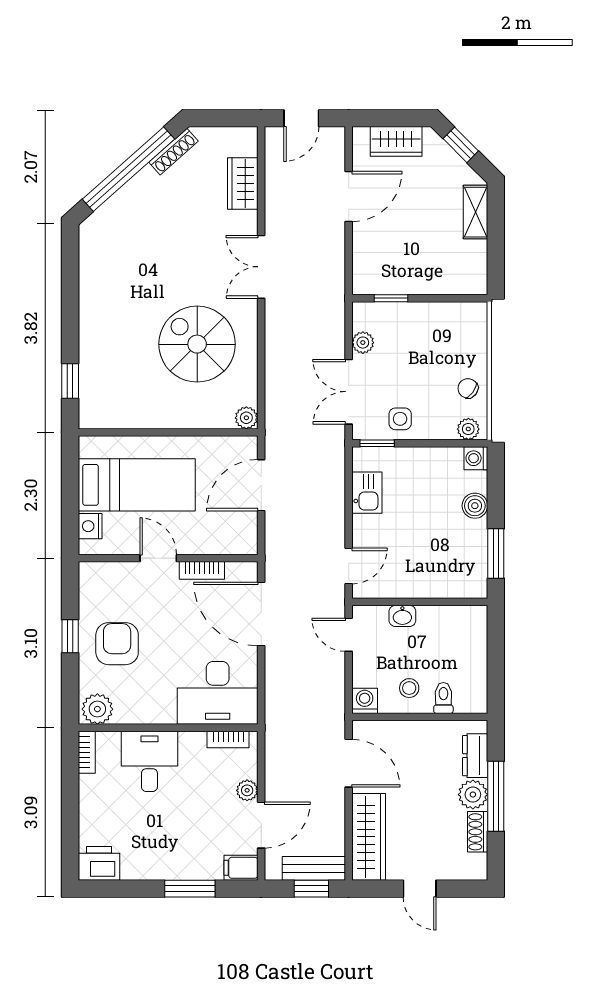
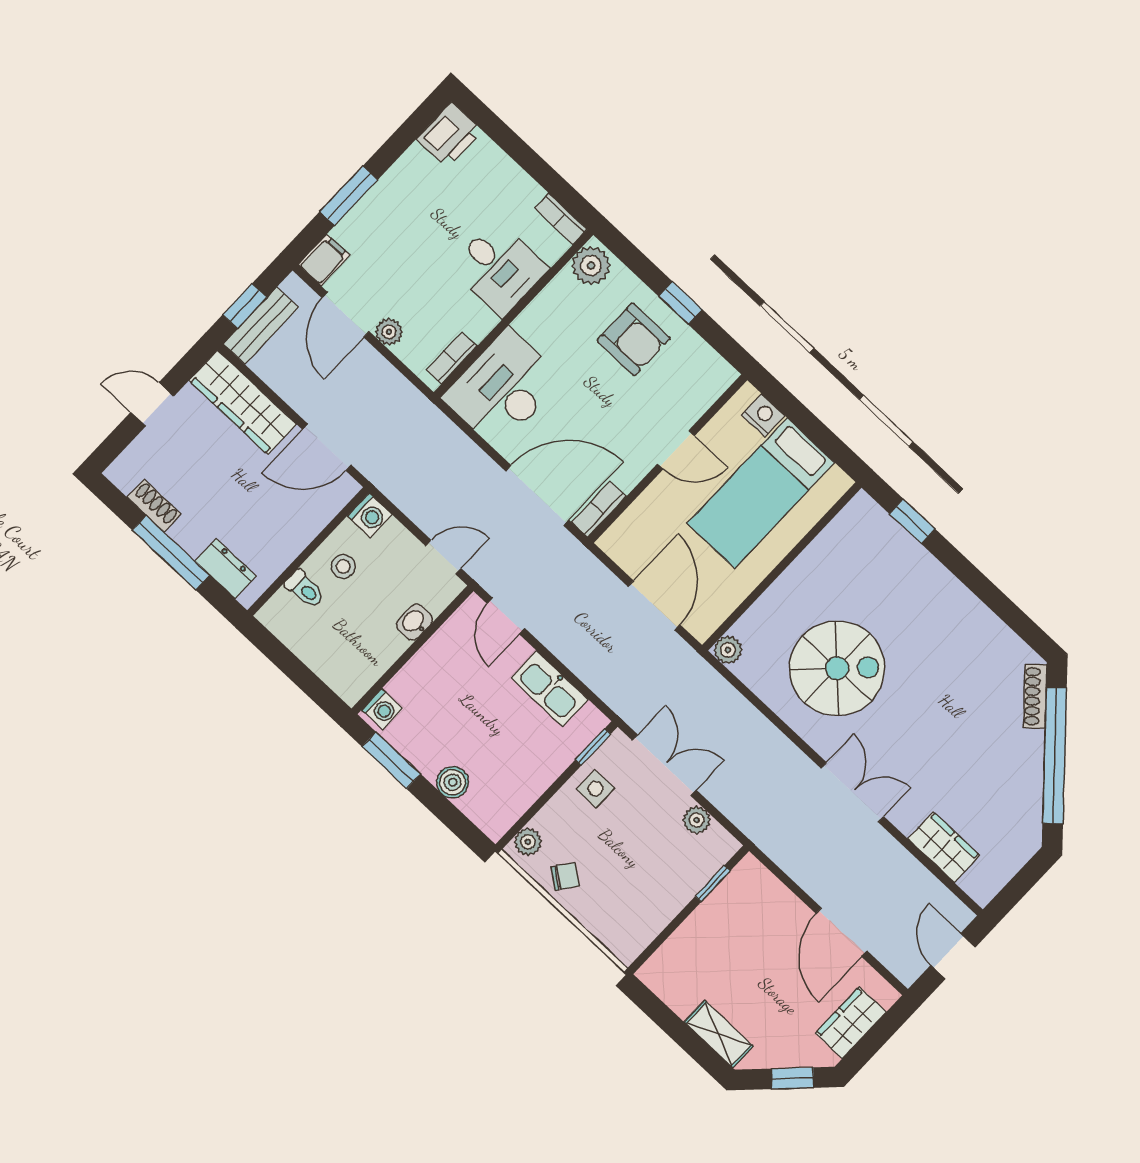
shoe rack: (173, 152) -> (1035, 696), moved
washing machine: (476, 458) -> (382, 709), moved, turned 90
kitchen sink: (367, 493) -> (550, 689), width x1.38
bookcase: (202, 570) -> (599, 509), moved
plant: (473, 795) -> (192, 533), removed

